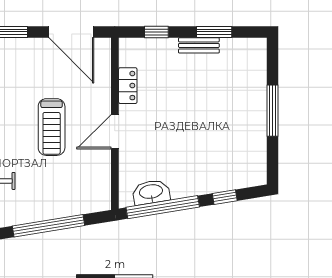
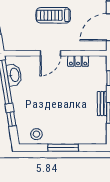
door: (115, 132) -> (50, 53), swing flipped
stool: (250, 155) -> (36, 134), added

